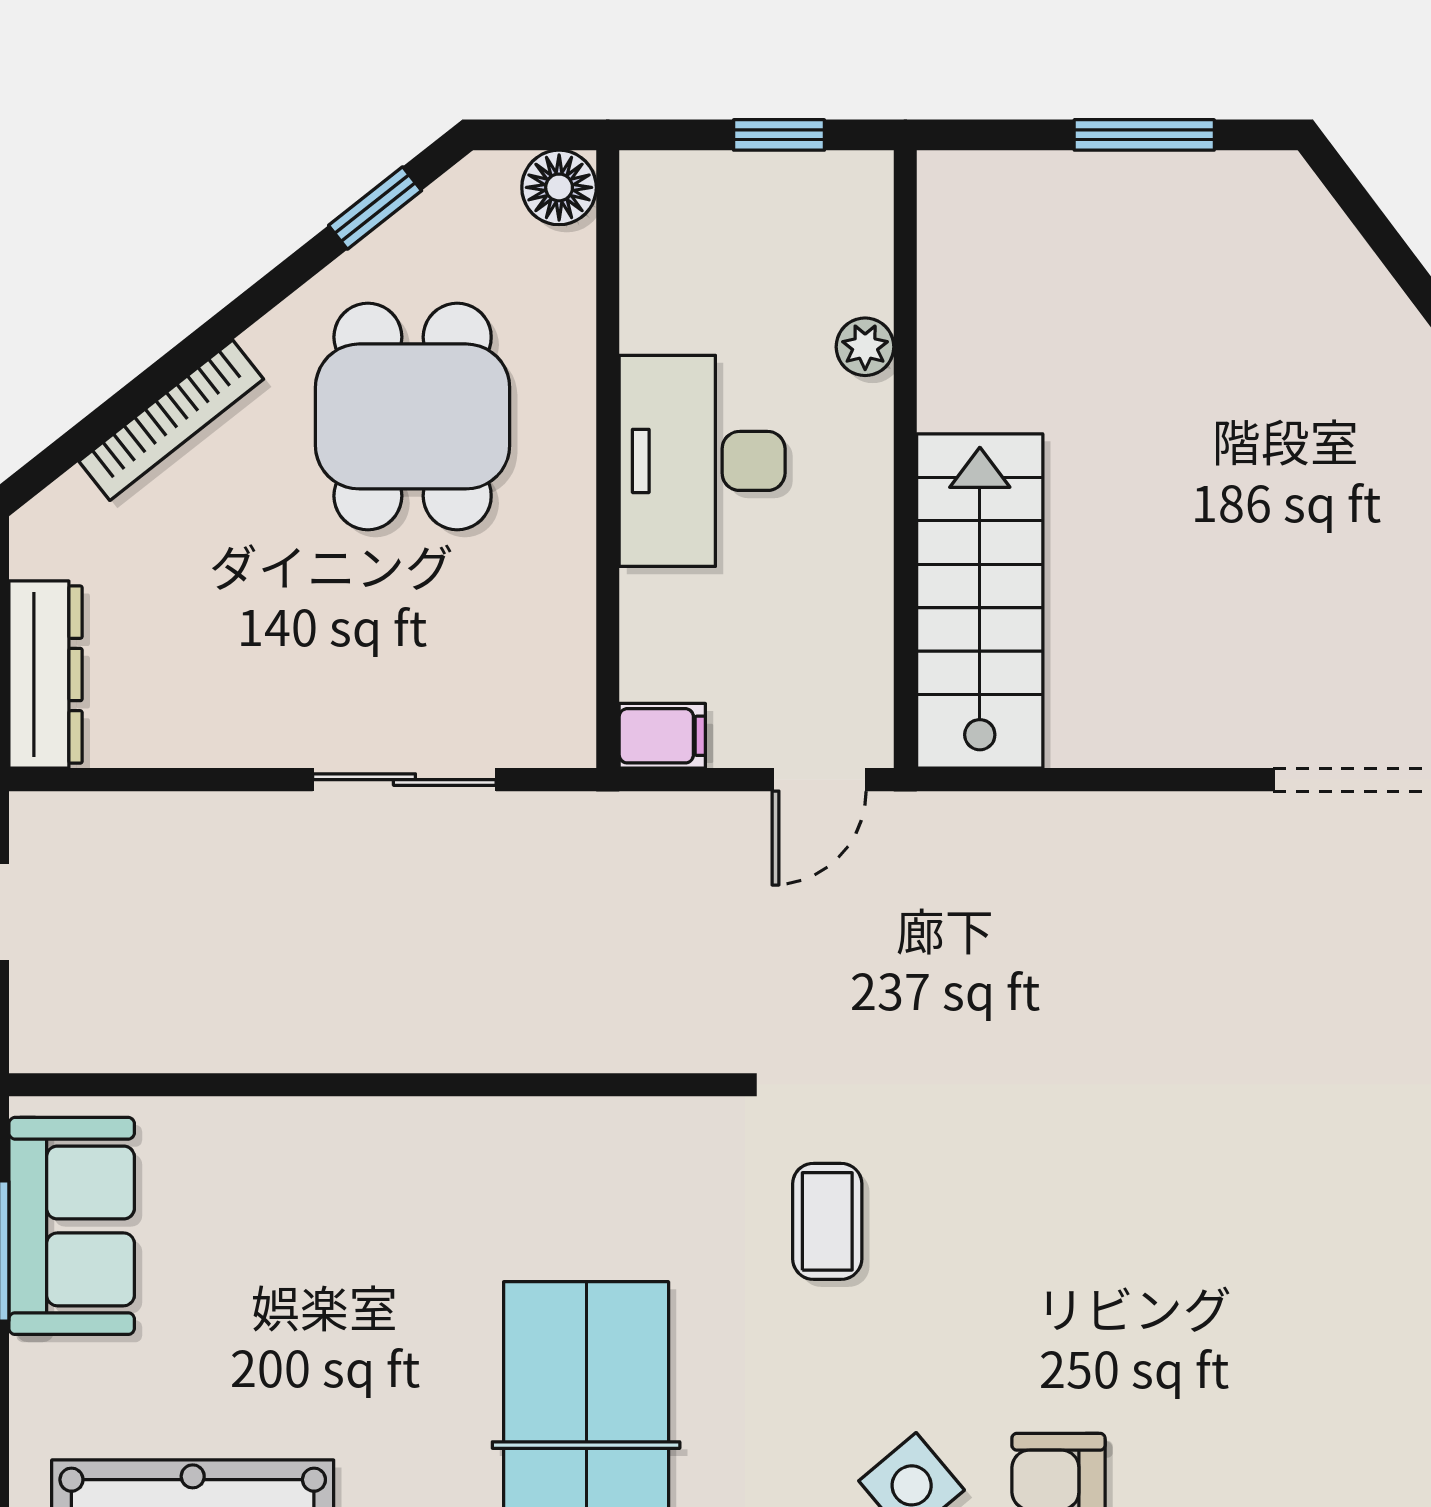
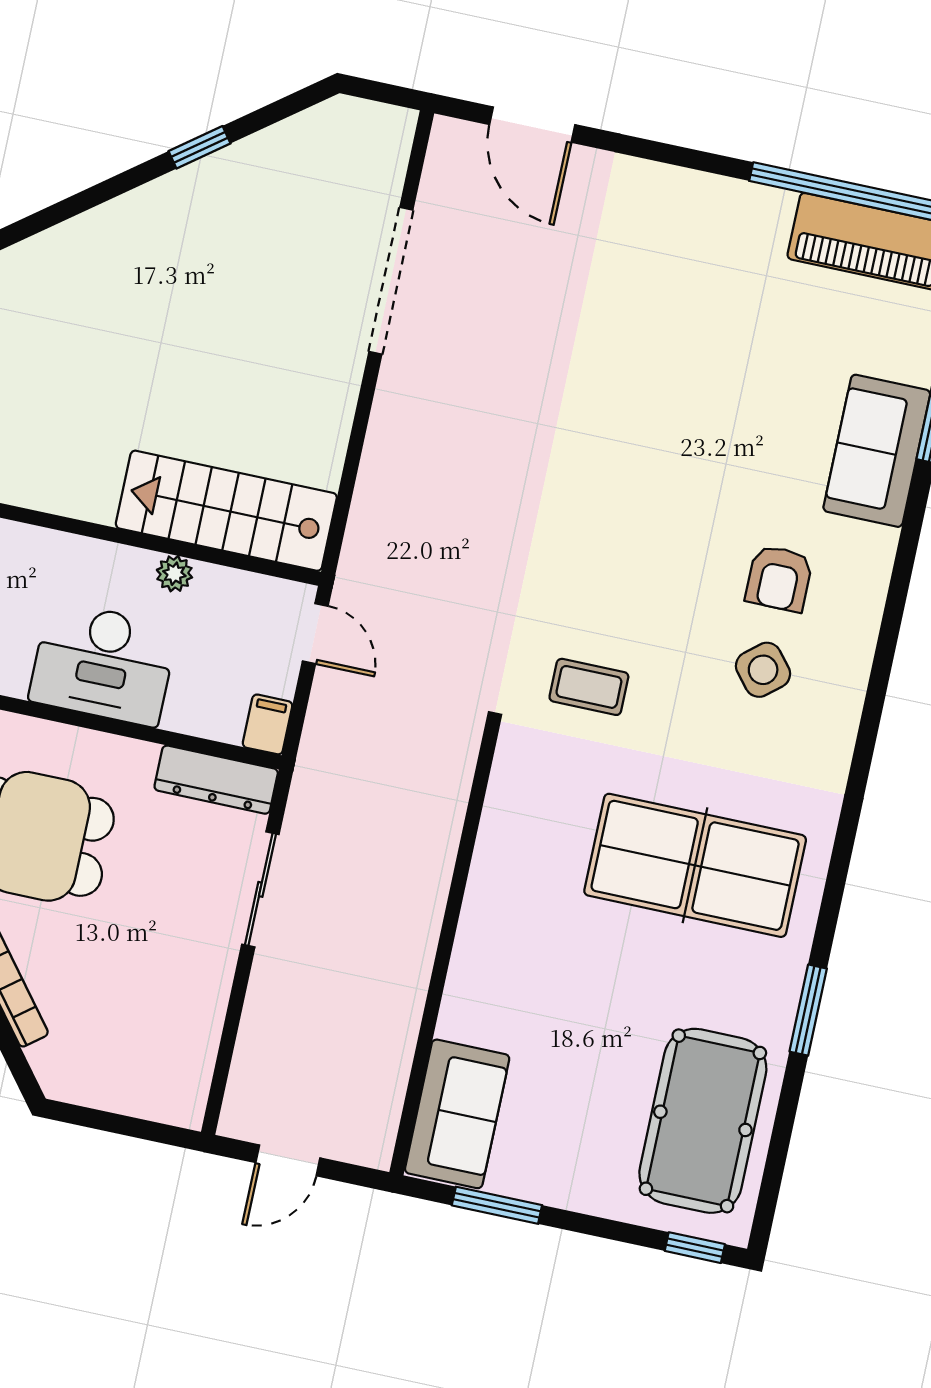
plant: (865, 347) -> (174, 574), moved
dresser: (46, 675) -> (216, 780), moved, turned 180
sofa: (72, 1226) -> (457, 1114), moved, turned 90

